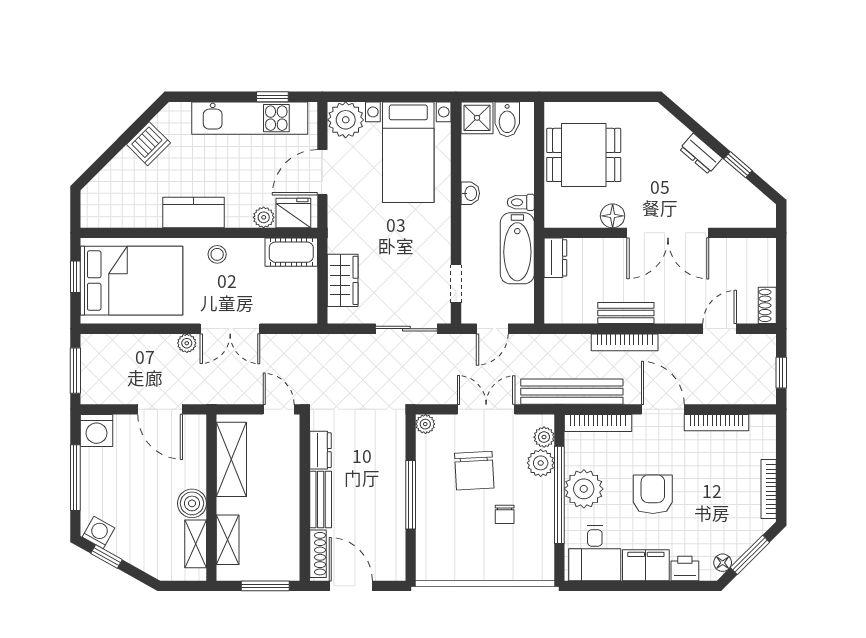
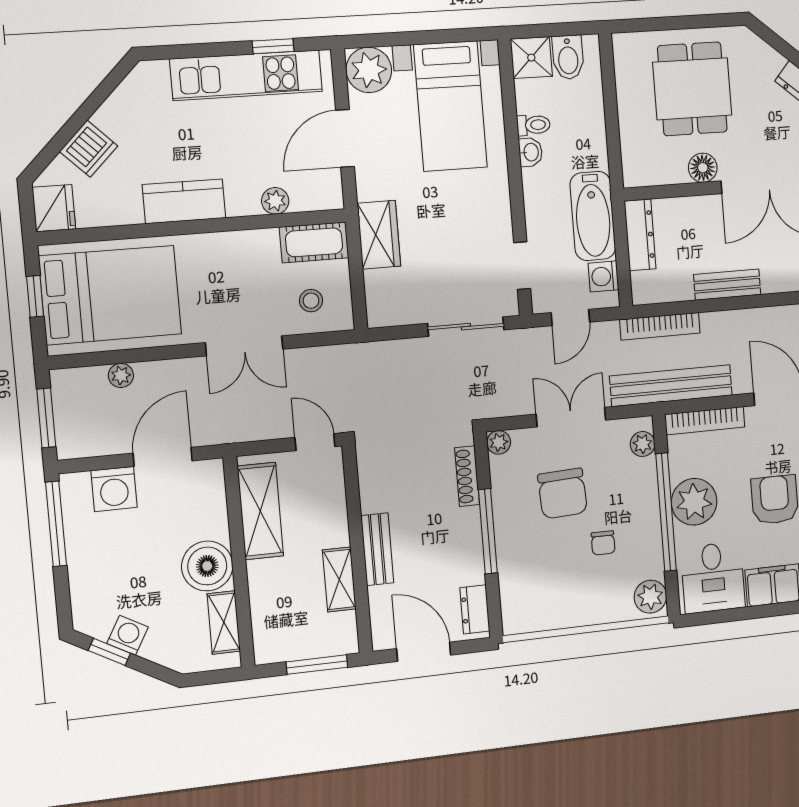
dishwasher: (148, 144) -> (89, 149), moved
dining table: (584, 155) -> (692, 89), moved, turned 90
toilet: (521, 202) -> (533, 125), moved, turned 180
fridge: (293, 213) -> (54, 208), moved, turned 90
stool: (217, 254) -> (311, 301), moved
dresser: (555, 258) -> (640, 235), width x1.44
wardrobe: (343, 280) -> (379, 235), moved
washing machine: (522, 298) -> (604, 276), added
bookcase: (625, 342) -> (660, 326), moved
plant: (187, 343) -> (121, 375), moved
door: (160, 409) -> (163, 457), swing flipped
washing machine: (96, 431) -> (114, 489), moved
dresser: (320, 450) -> (475, 609), moved, turned 180
plant: (541, 463) -> (650, 597), moved
window: (75, 478) -> (56, 524), moved
boiler: (192, 503) -> (207, 566), width x1.37, depth x1.37
washing machine: (99, 533) -> (127, 635), moved
shelving: (228, 540) -> (339, 579), moved
shoe rack: (318, 554) -> (467, 476), moved, turned 180

